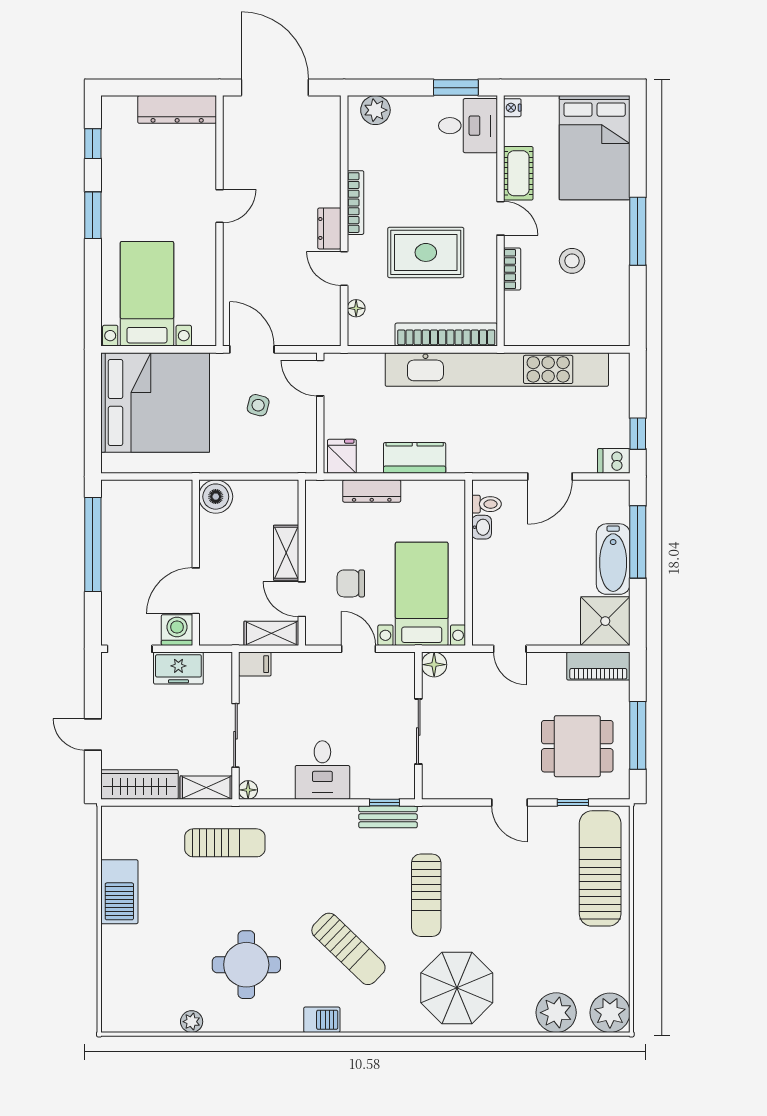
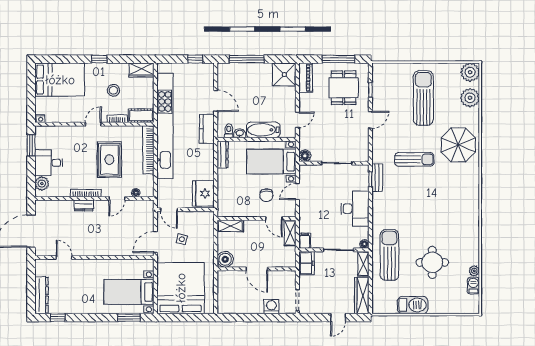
dresser: (177, 109) -> (42, 295), moved
desk: (468, 126) -> (49, 163), moved, turned -90
cot: (518, 173) -> (141, 116), moved
door: (220, 206) -> (64, 257), moved
window: (93, 215) -> (129, 318), moved
dresser: (329, 228) -> (84, 205), moved
window: (638, 231) -> (99, 59), width x0.46
wardrobe: (615, 320) -> (141, 70), added
door: (320, 378) -> (169, 210), hinge flipped
fridge: (342, 456) -> (203, 193), width x1.88, depth x1.34
kitchen counter: (415, 458) -> (207, 129), moved
dishwasher: (614, 461) -> (208, 70), removed
dresser: (372, 491) -> (223, 154), moved
window: (93, 545) -> (248, 318), removed
shelving: (286, 553) -> (230, 226), moved
bathtub: (613, 559) -> (263, 130), moved, turned 180
door: (196, 591) -> (257, 269), moved
door: (302, 599) -> (274, 219), hinge flipped
washing machine: (177, 630) -> (271, 306), moved, turned 90
freezer: (178, 668) -> (307, 263), moved
desk: (322, 770) -> (355, 209), width x1.37
sun lounger: (225, 843) -> (389, 255), width x1.36, depth x1.34
sun lounger: (600, 868) -> (423, 98), moved, turned 90
sun lounger: (348, 949) -> (440, 196), removed
round table: (246, 965) -> (432, 262), moved
barbecue: (322, 1020) -> (473, 286), moved

